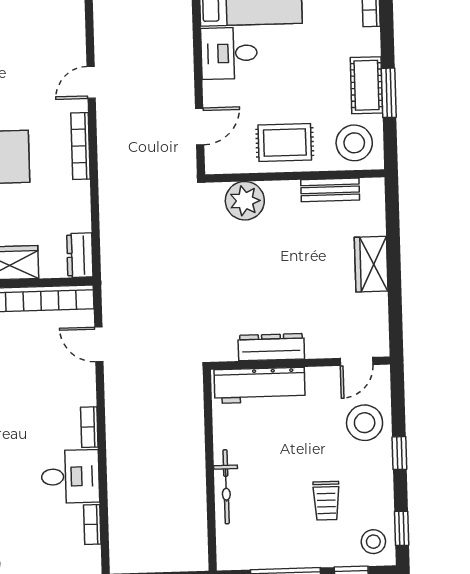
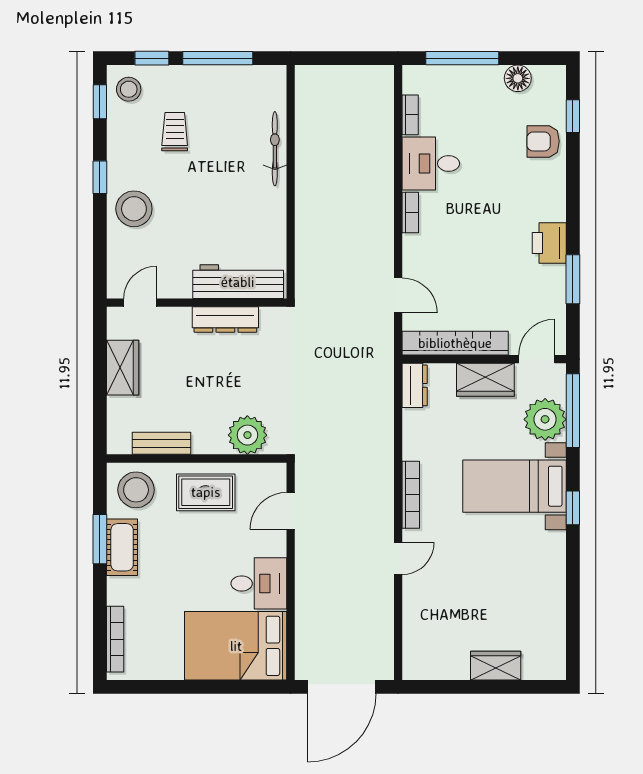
dresser: (271, 347) -> (225, 320), moved
door: (357, 361) -> (140, 303), moved
wall: (300, 363) -> (197, 303), moved
workbench: (260, 385) -> (238, 282), moved

